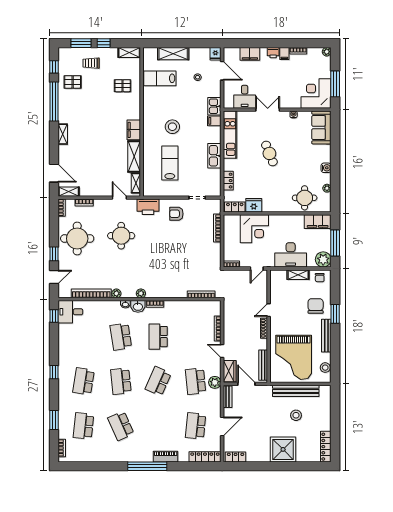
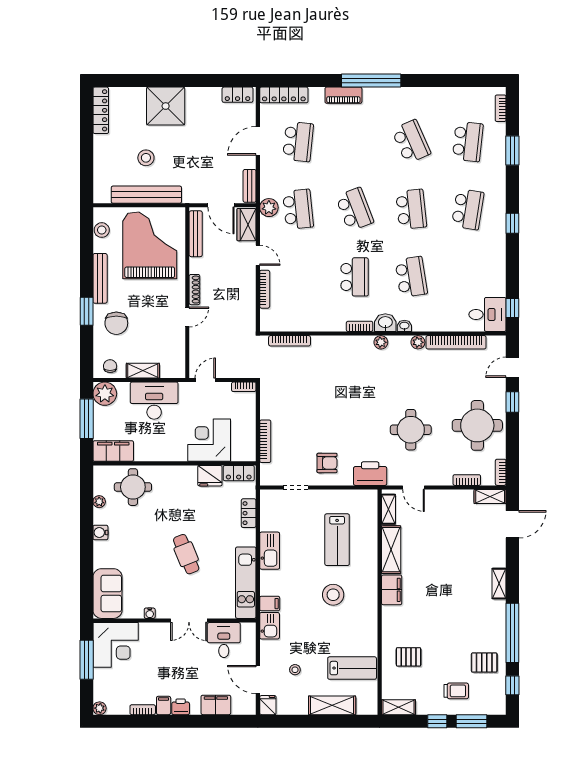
door: (54, 173) -> (512, 524), swing flipped
school desk: (158, 381) -> (355, 209), turned -45

